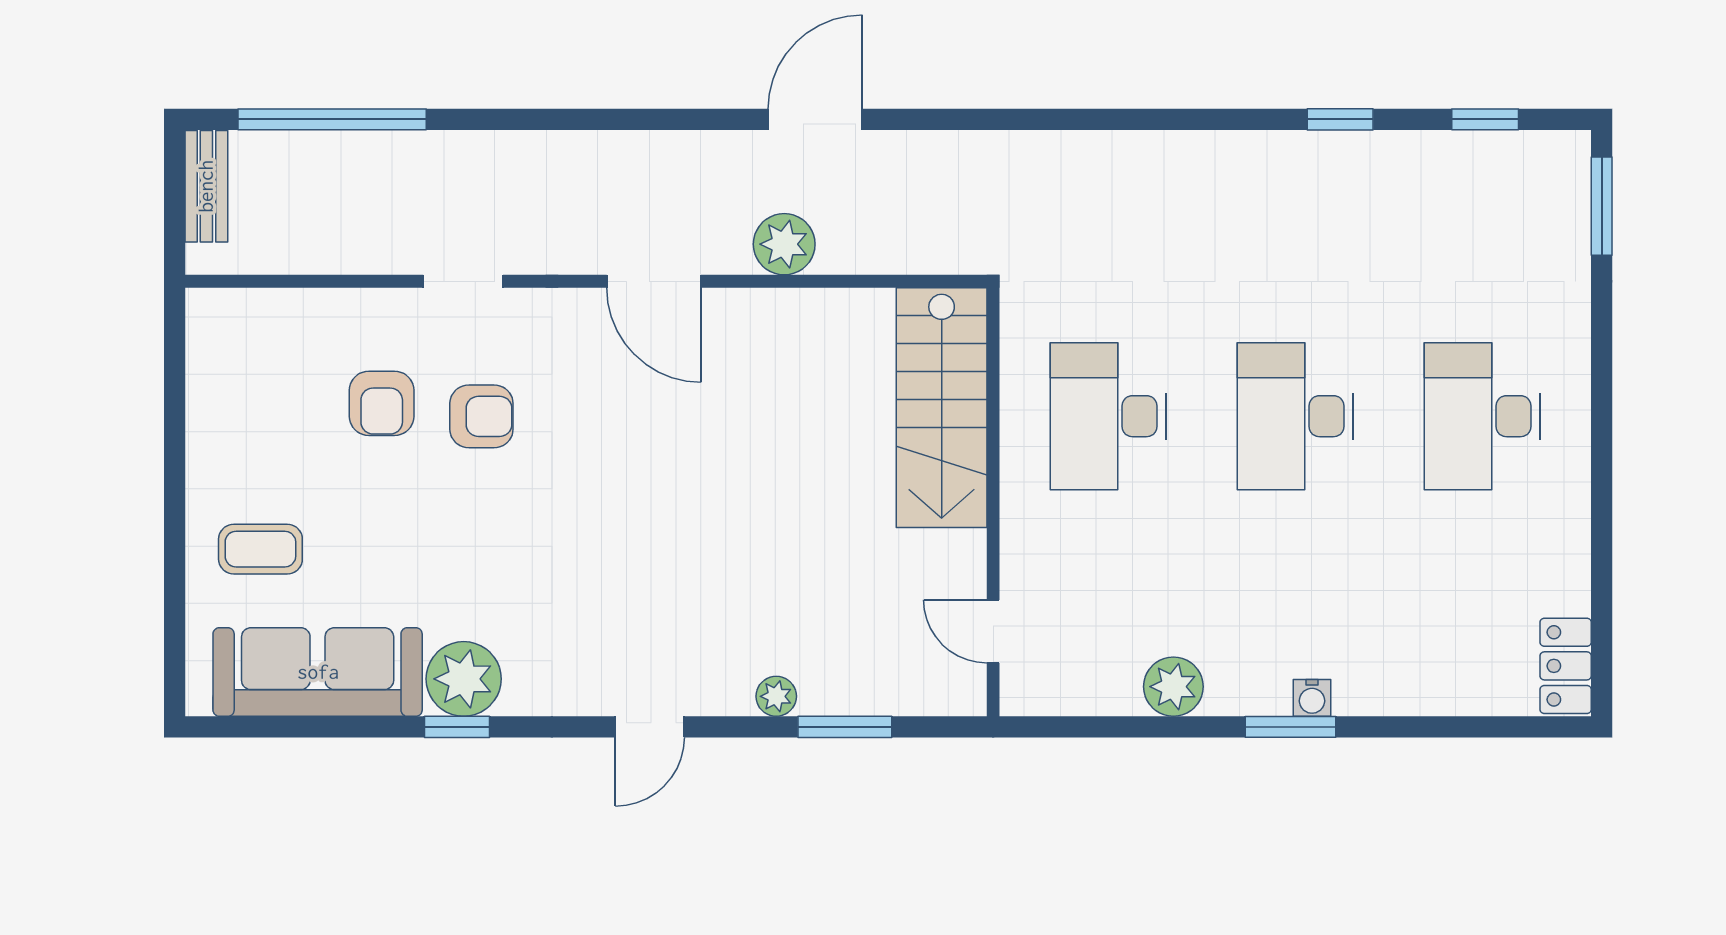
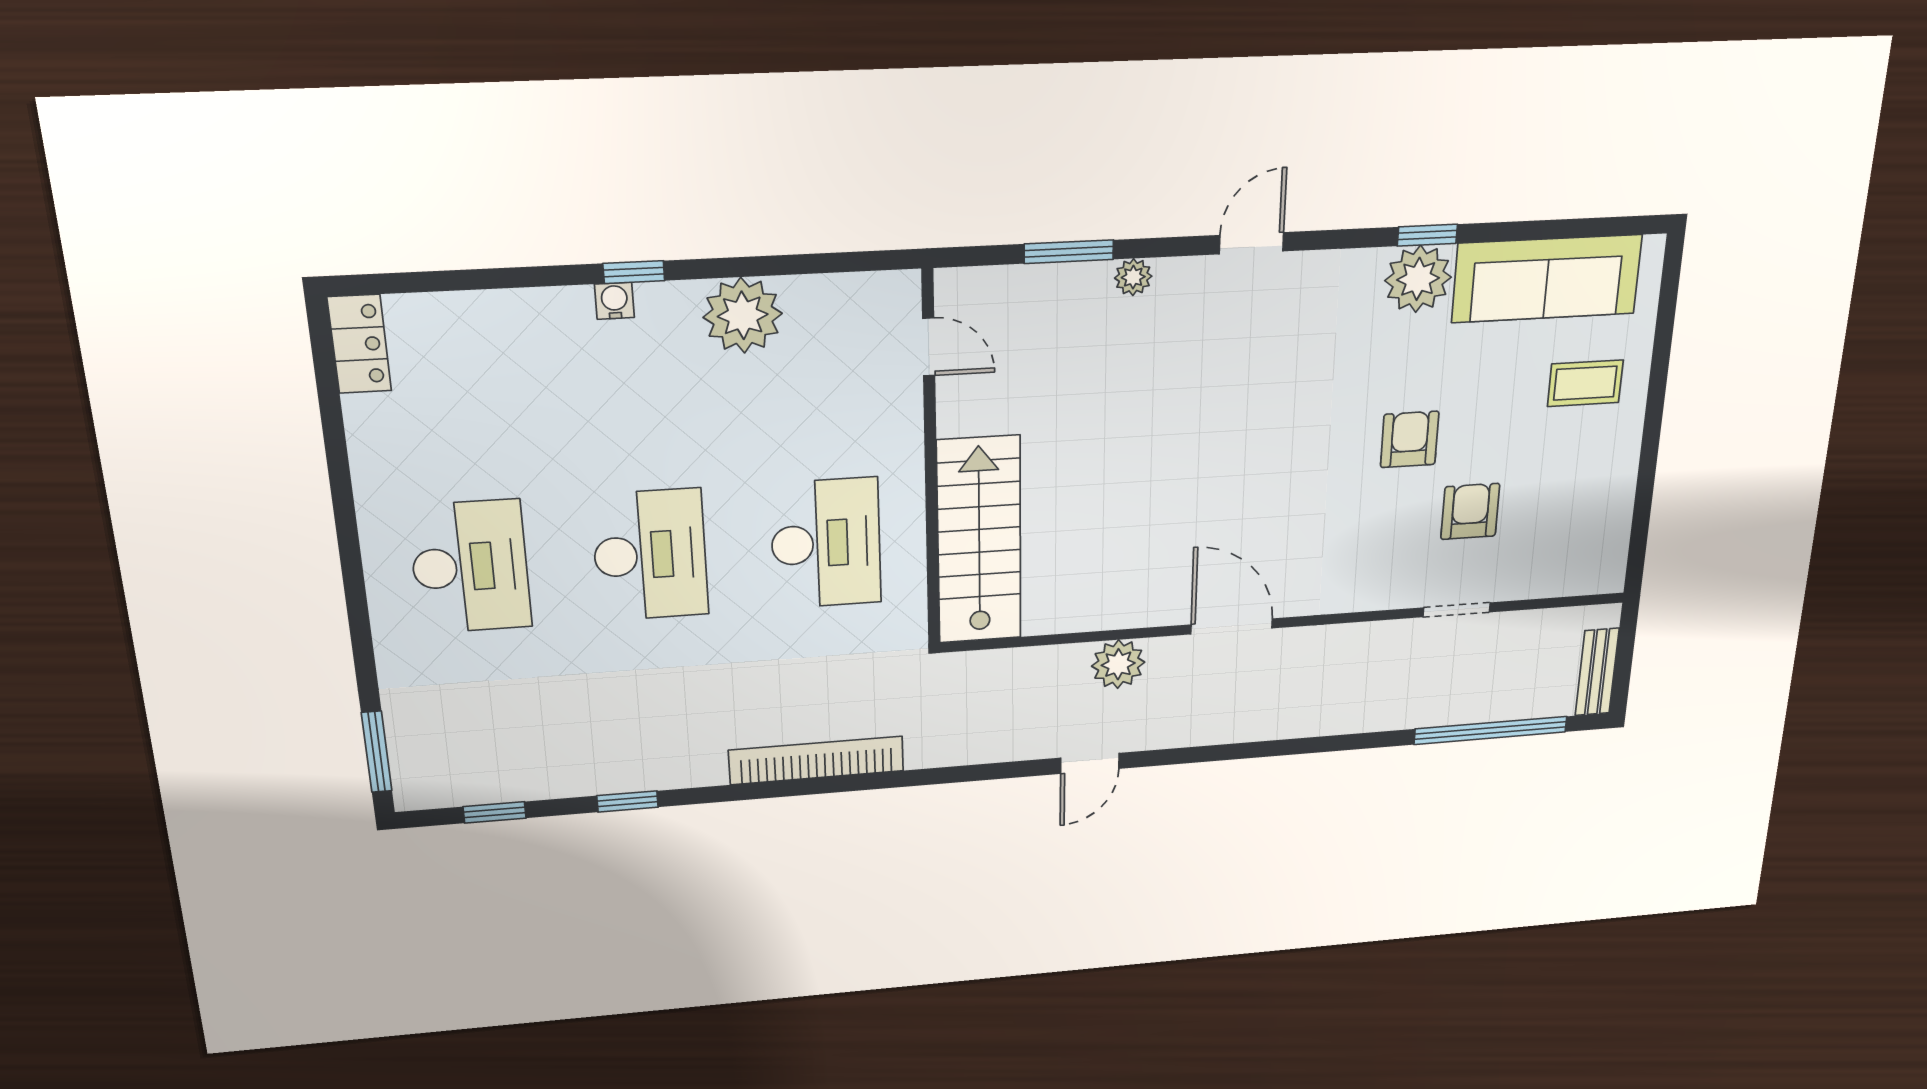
door: (815, 119) -> (1090, 763), width x0.73
bookcase: (1128, 152) -> (816, 760), added
doorway: (463, 281) -> (1457, 610), moved
armchair: (481, 416) -> (1410, 439), moved, turned 90
plant: (1173, 687) -> (743, 315), width x1.36, depth x1.36
window: (1291, 727) -> (634, 272), width x0.67

